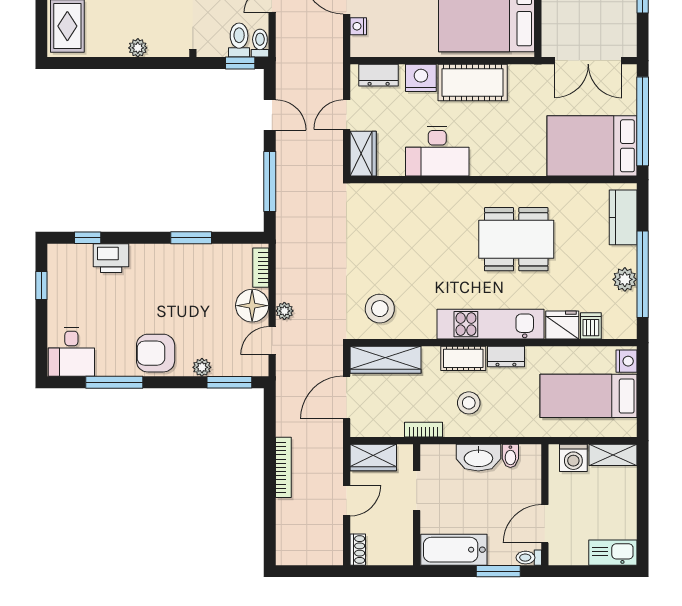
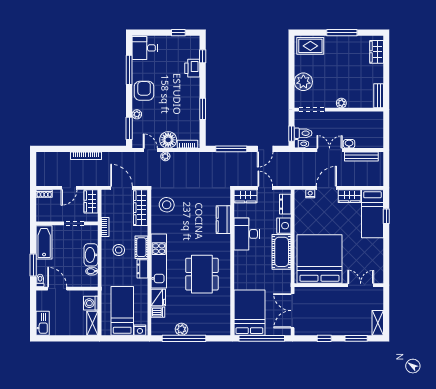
plant: (138, 48) -> (303, 82), width x1.87, depth x1.87
kitchen counter: (623, 217) -> (223, 220), moved, turned -90
door: (347, 501) -> (69, 188), hinge flipped

